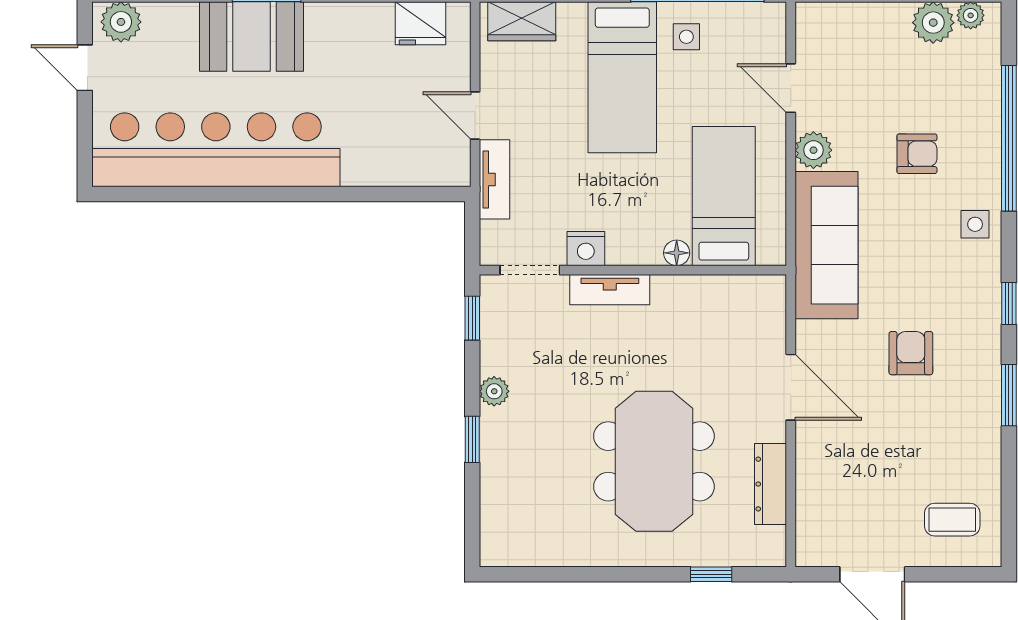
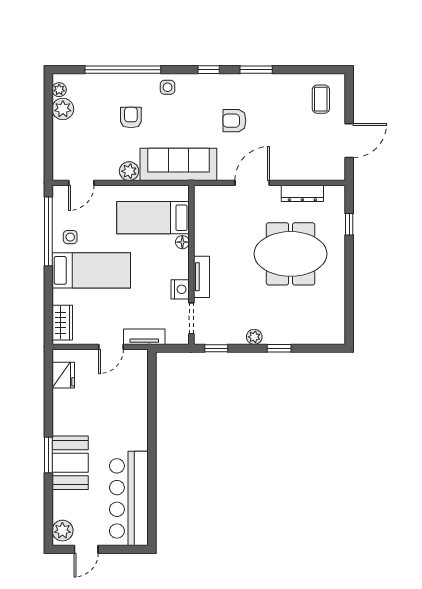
door: (791, 88) -> (81, 183), moved
bar counter: (216, 150) -> (129, 498), width x0.73

